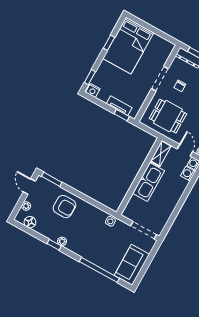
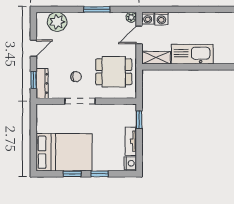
window: (90, 77) -> (100, 174), moved
tv unit: (119, 106) -> (131, 141), moved
dining table: (168, 116) -> (114, 72), turned 90

